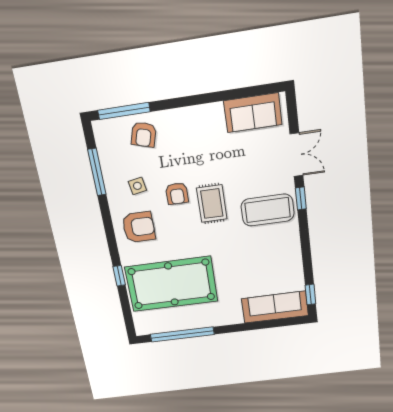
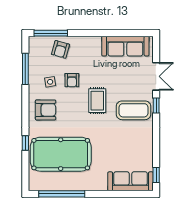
sofa: (253, 113) -> (125, 46), width x1.36
armchair: (177, 194) -> (72, 80), moved

